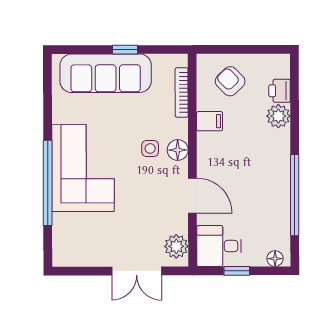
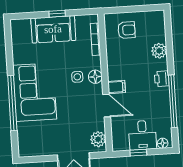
sofa: (106, 73) -> (53, 29), width x0.73
armchair: (230, 81) -> (126, 30), turned 134
printer: (280, 91) -> (162, 79), moved
filing cabinet: (209, 121) -> (117, 87), moved
desk: (219, 246) -> (142, 135), moved, turned -90

